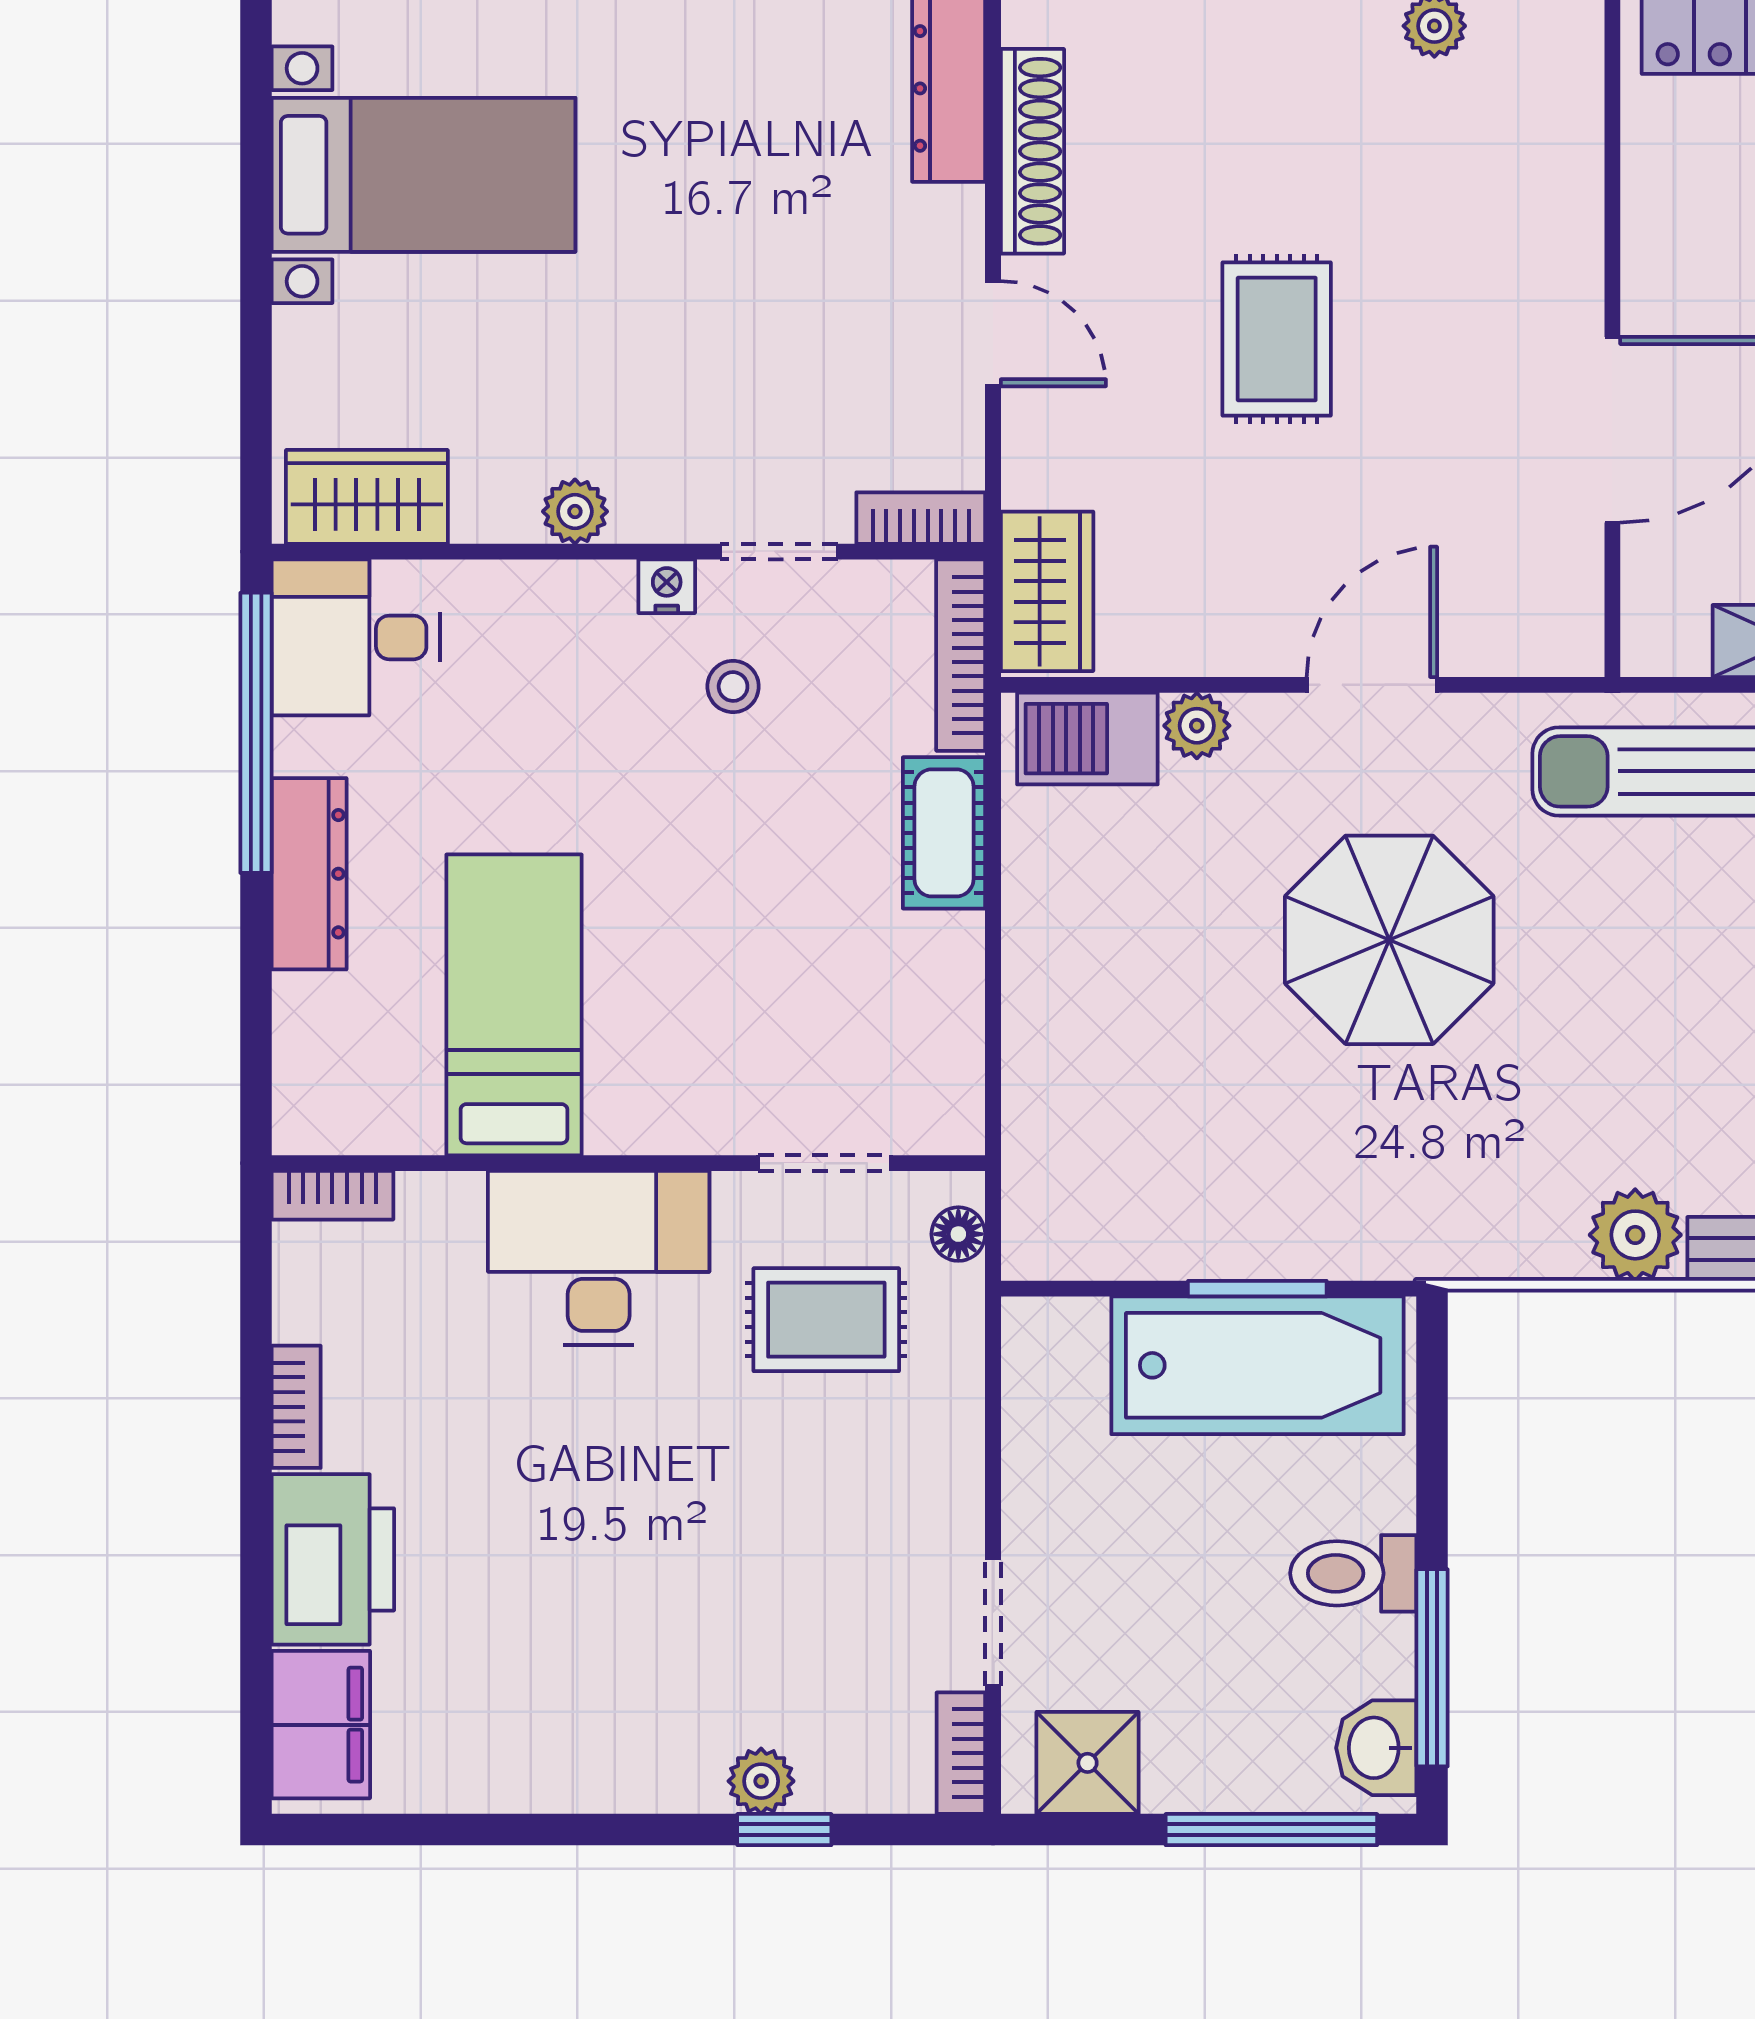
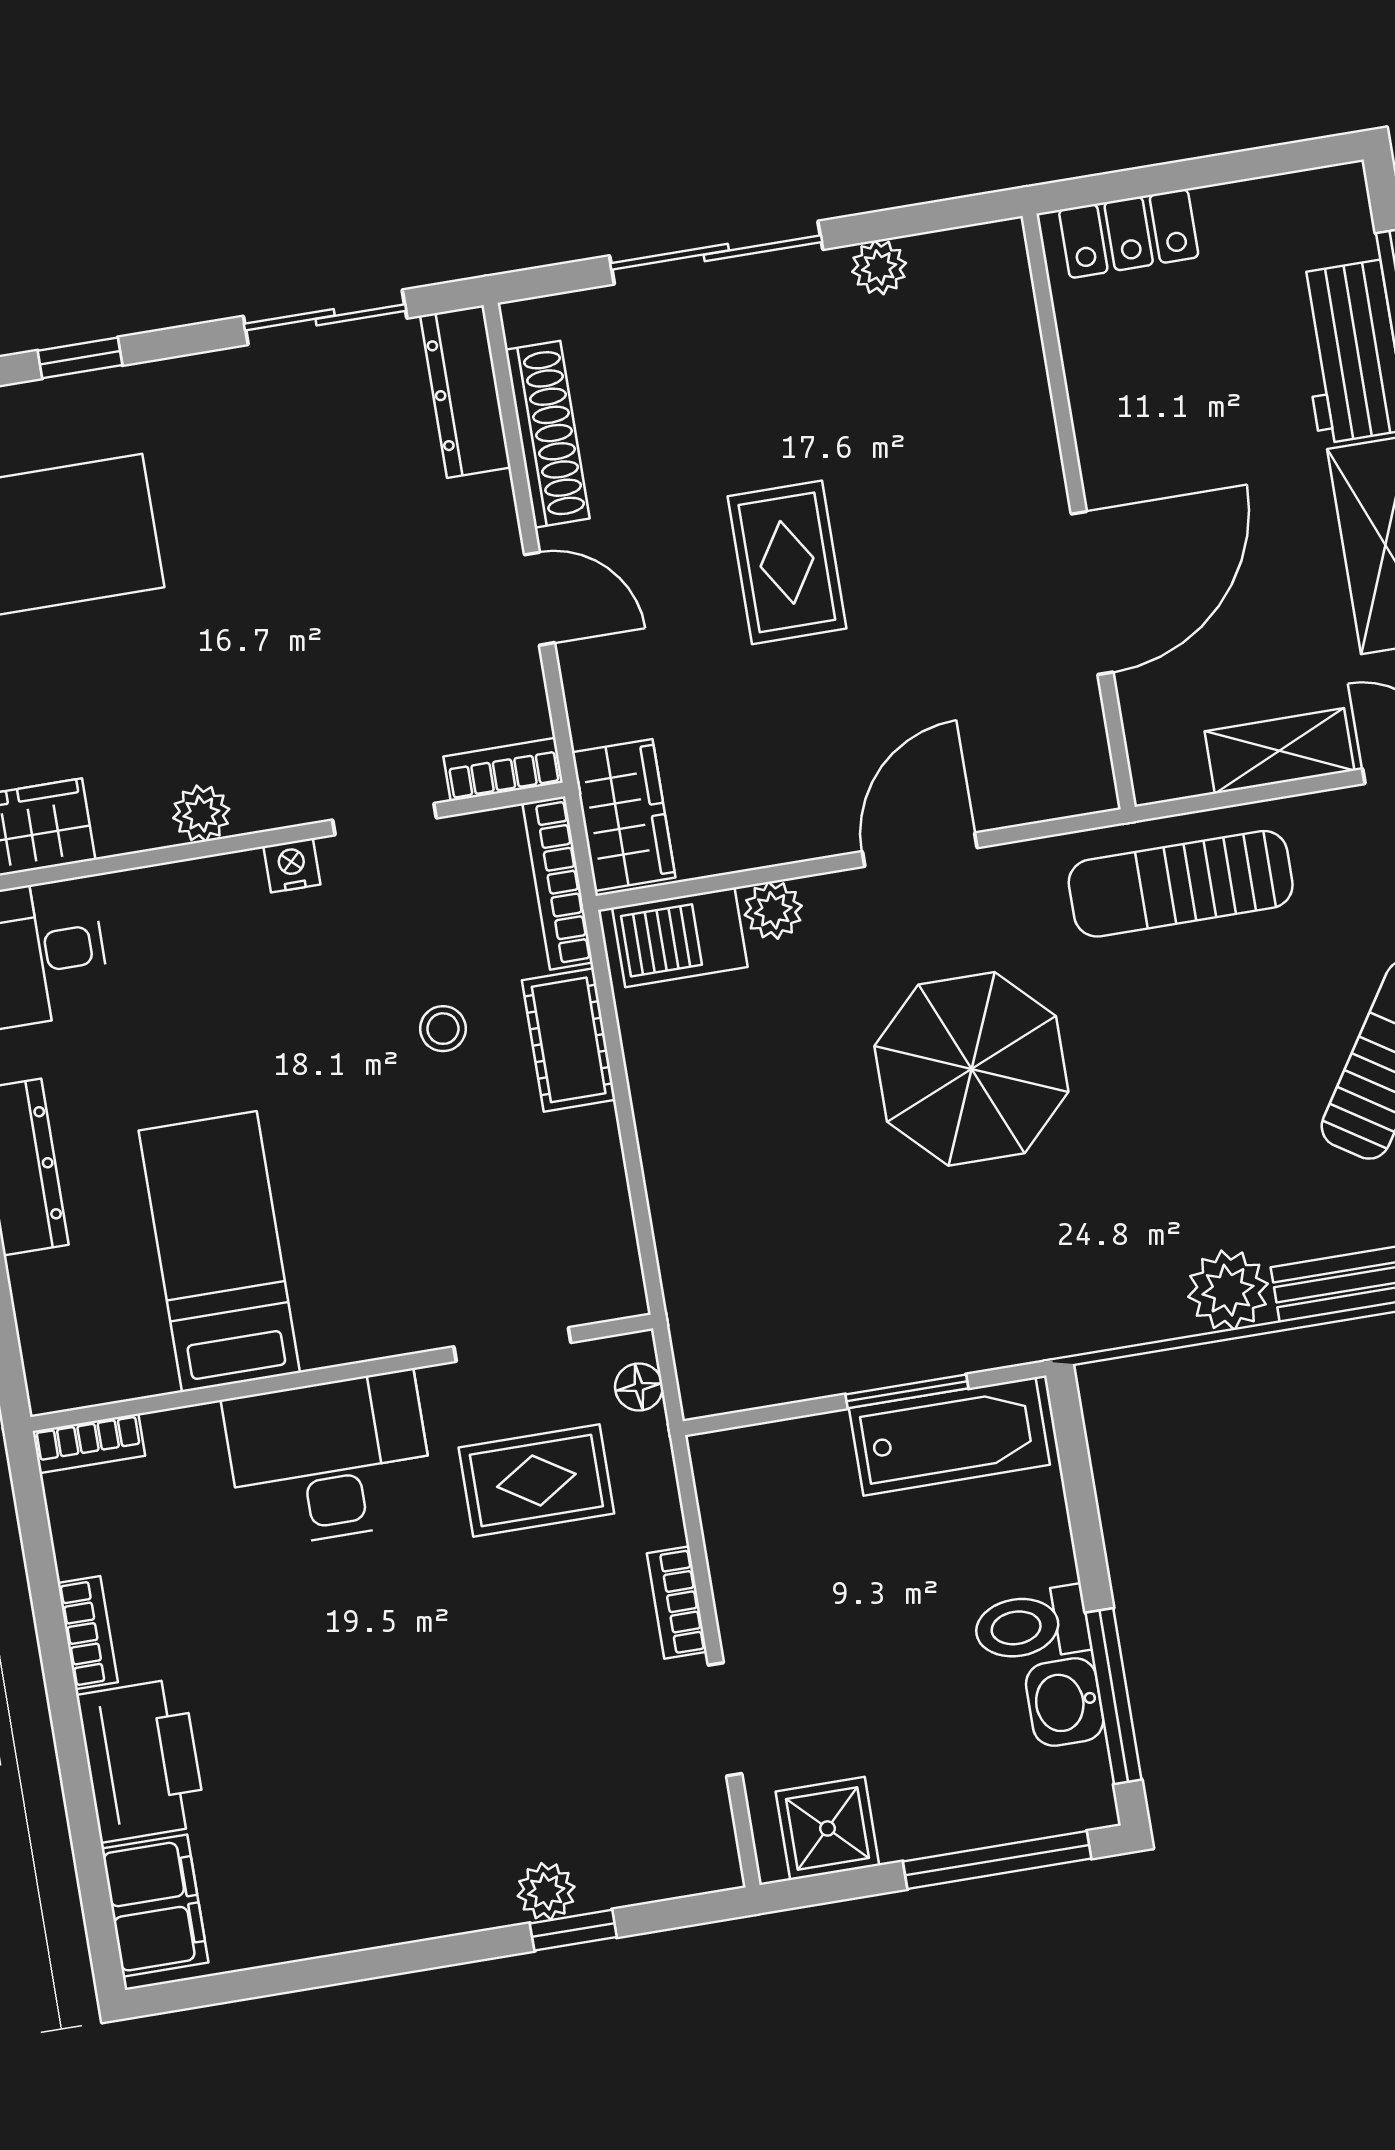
stool: (733, 687) -> (443, 1029), moved
bathtub: (1258, 1365) -> (949, 1436), width x0.73, depth x0.73
washbasin: (1376, 1748) -> (1065, 1702), moved
bookcase: (961, 1753) -> (677, 1603), moved

